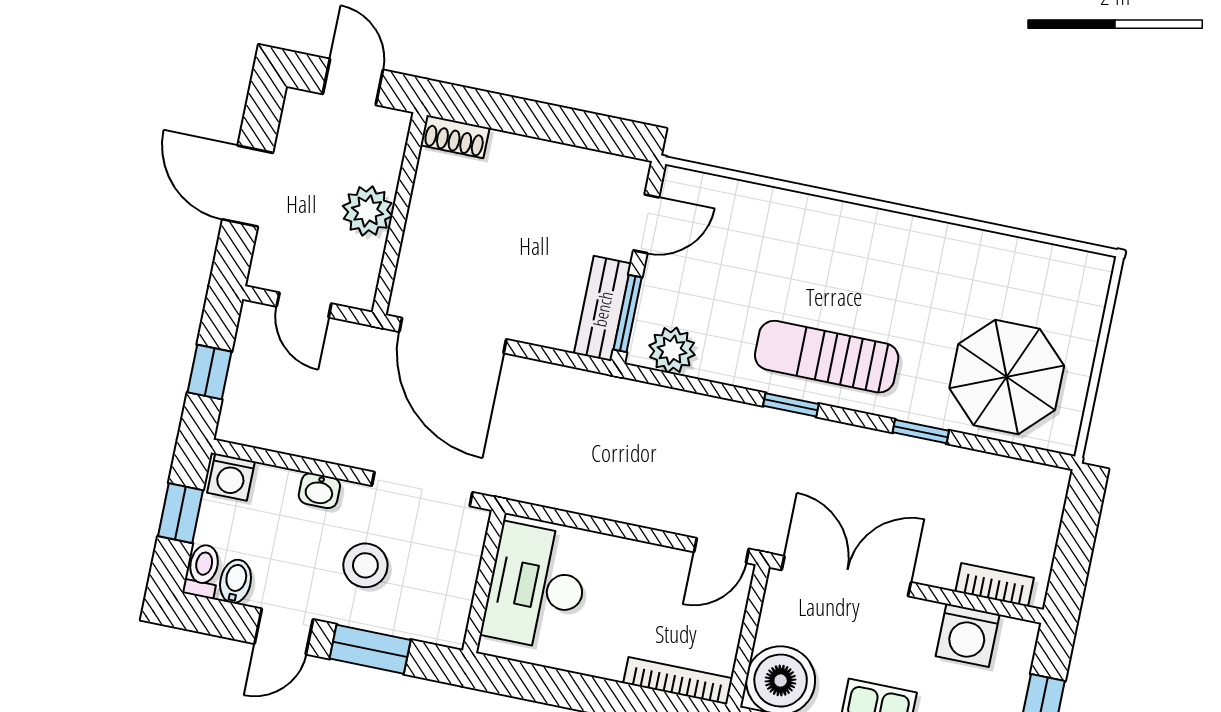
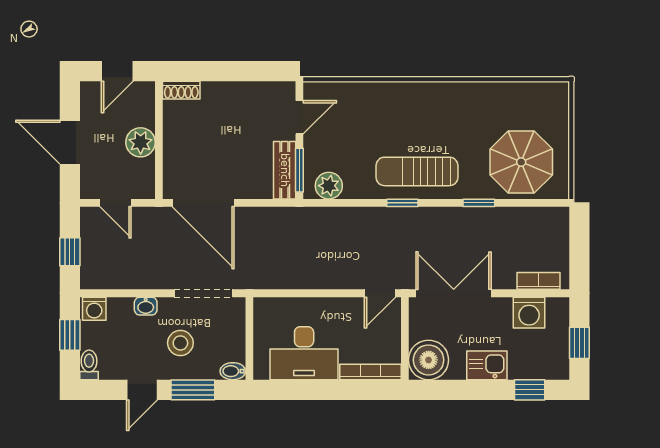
door: (353, 82) -> (117, 71), swing flipped
bidet: (236, 581) -> (233, 371), moved, turned -90
desk: (536, 587) -> (304, 353), moved, turned -90

